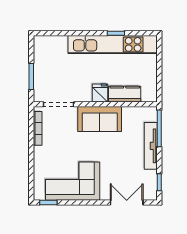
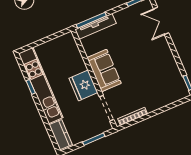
fridge: (100, 93) -> (83, 85), width x1.88, depth x1.34
kitchen counter: (125, 94) -> (61, 135), moved, turned 180
tv unit: (151, 146) -> (95, 26), moved
corner sofa: (73, 181) -> (163, 71), removed

